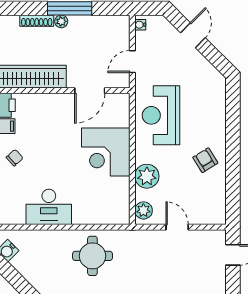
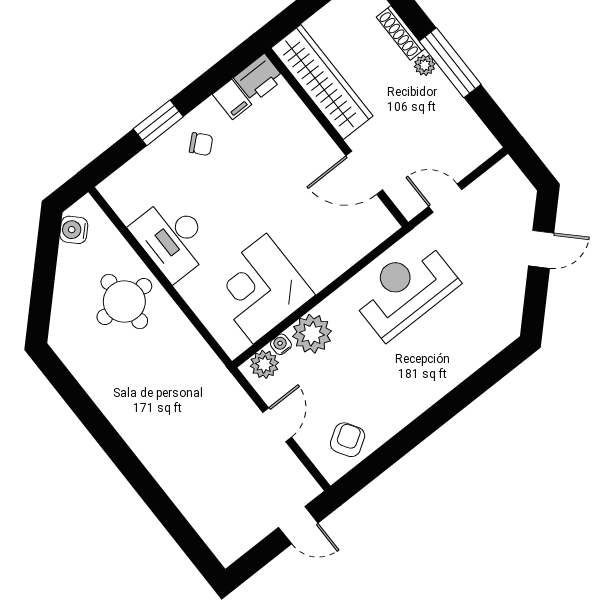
water cooler: (140, 25) -> (281, 344), moved
corner desk: (106, 152) -> (260, 289), moved
armchair: (205, 160) -> (348, 440), moved
round table: (92, 256) -> (124, 302), moved

